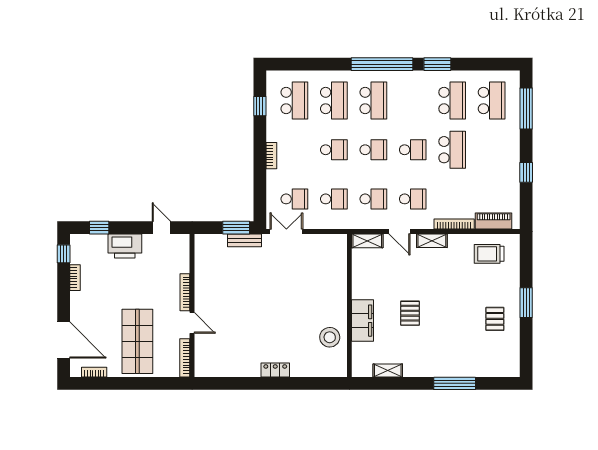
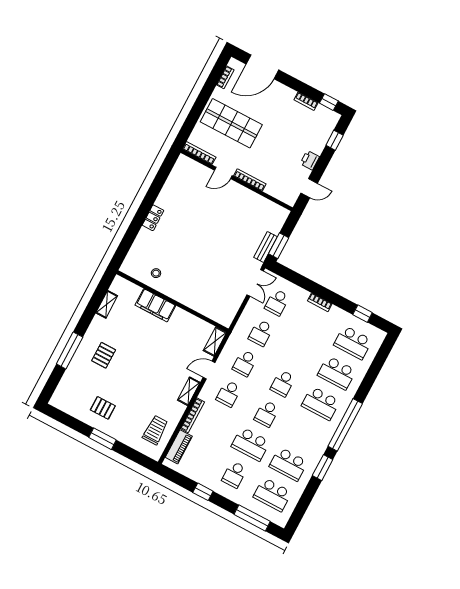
school desk: (334, 150) -> (234, 474), moved
printer: (125, 246) -> (310, 160), width x0.53, depth x0.68
pallet: (410, 313) -> (104, 355), moved, turned 90
stool: (330, 337) -> (156, 273), width x0.53, depth x0.53

